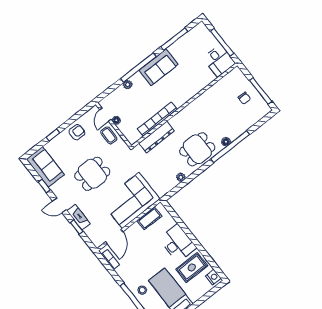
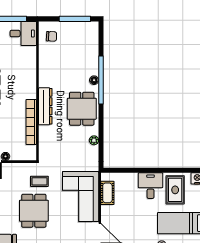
chair: (244, 98) -> (52, 36), moved
coffee table: (109, 135) -> (39, 181), moved
dresser: (157, 137) -> (45, 106), moved
desk: (178, 243) -> (151, 186), width x0.73

